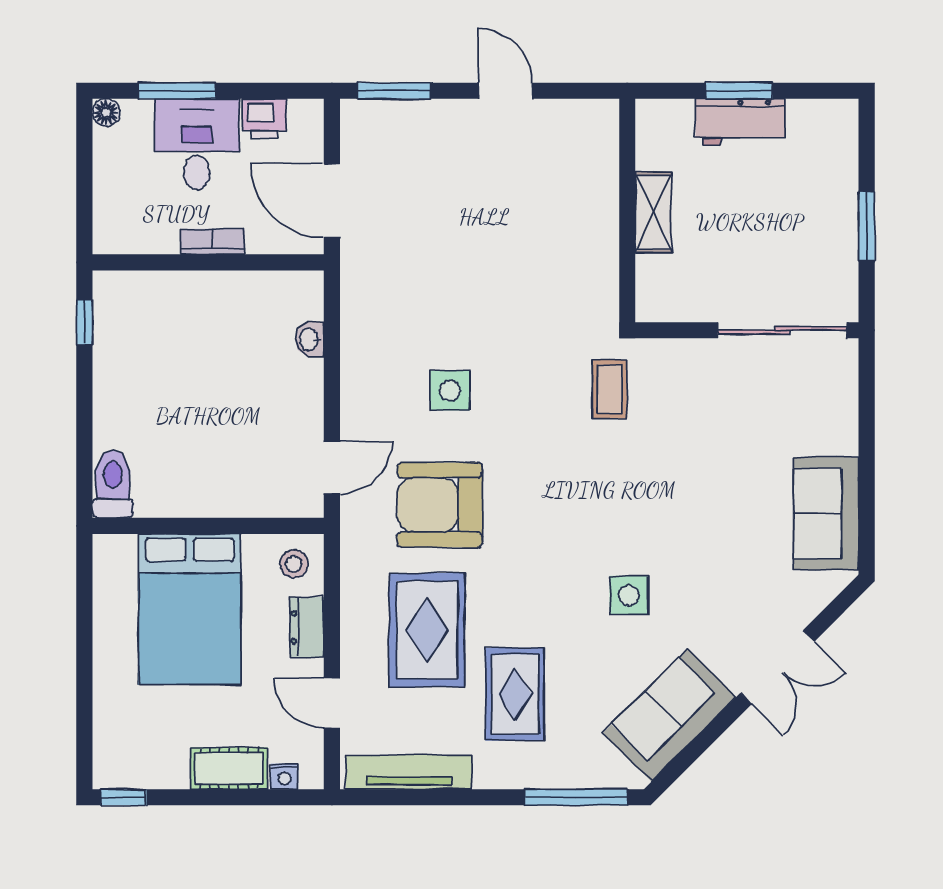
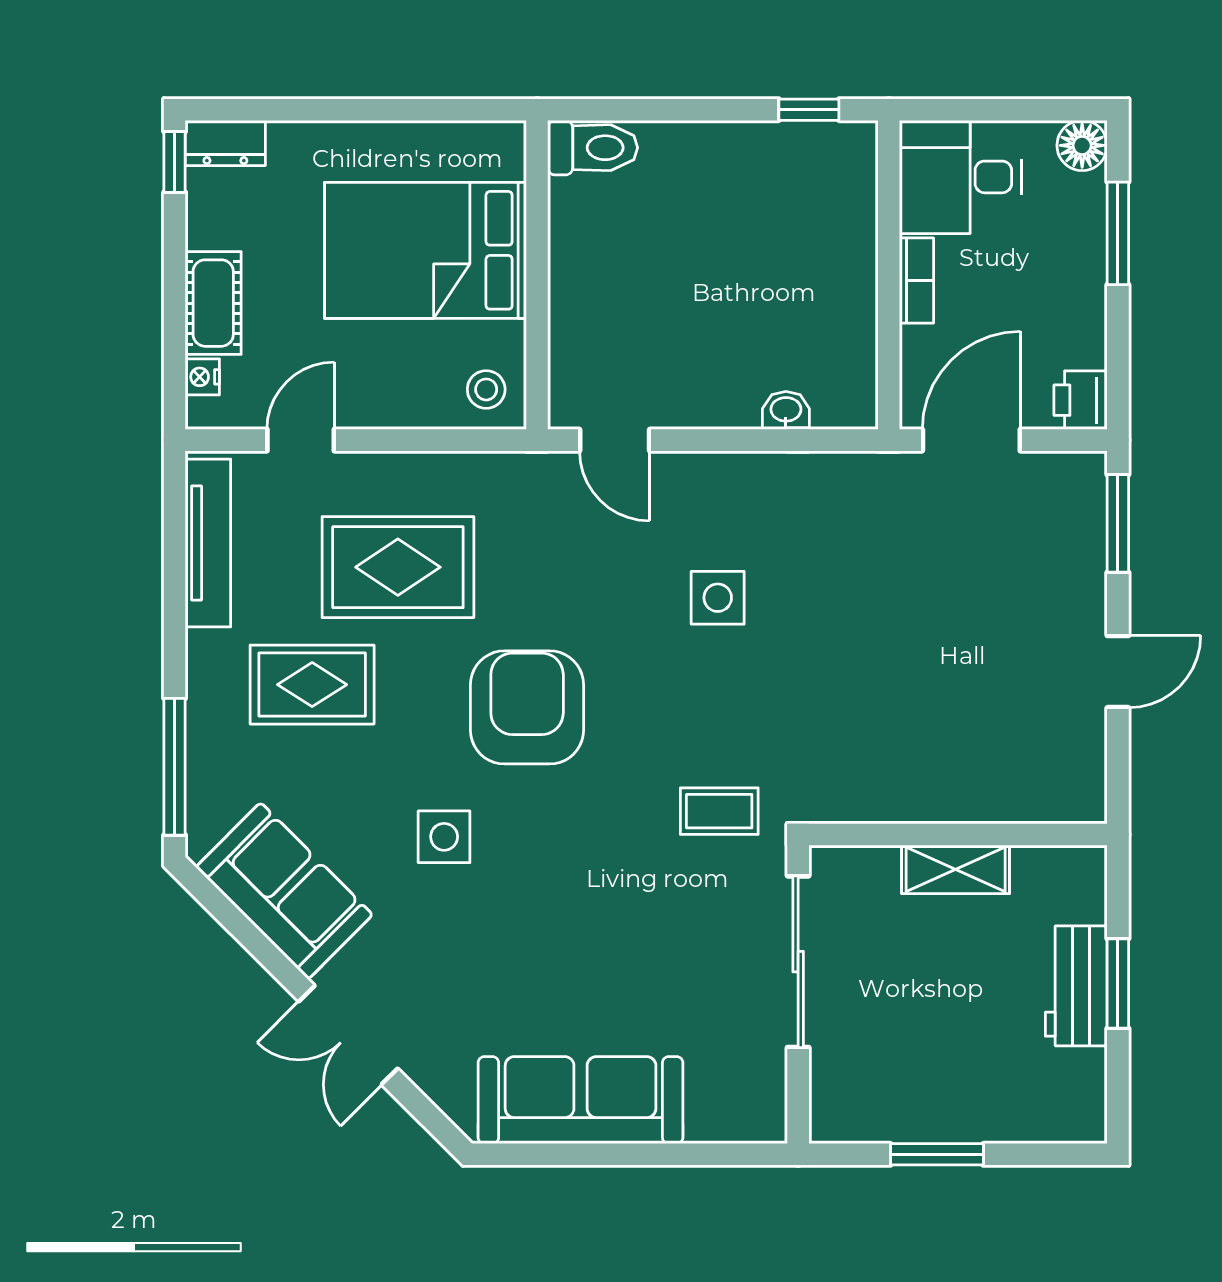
floor lamp: (106, 112) -> (1082, 145), width x1.37, depth x1.37
printer: (264, 119) -> (1081, 400), moved
desk: (197, 144) -> (960, 177), moved, turned 180
sliding door: (782, 330) -> (798, 962), moved
armchair: (440, 505) -> (527, 707), moved
sofa: (826, 514) -> (581, 1100), width x1.36
dresser: (307, 627) -> (225, 143), moved, turned 180

